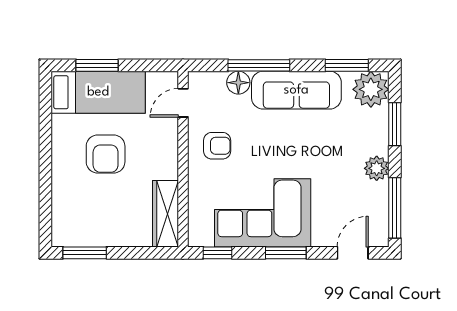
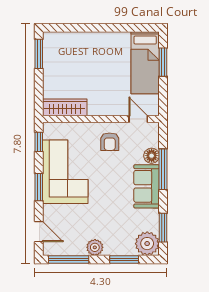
sofa: (296, 90) -> (147, 186), width x0.73
armchair: (106, 154) -> (104, 68), removed

